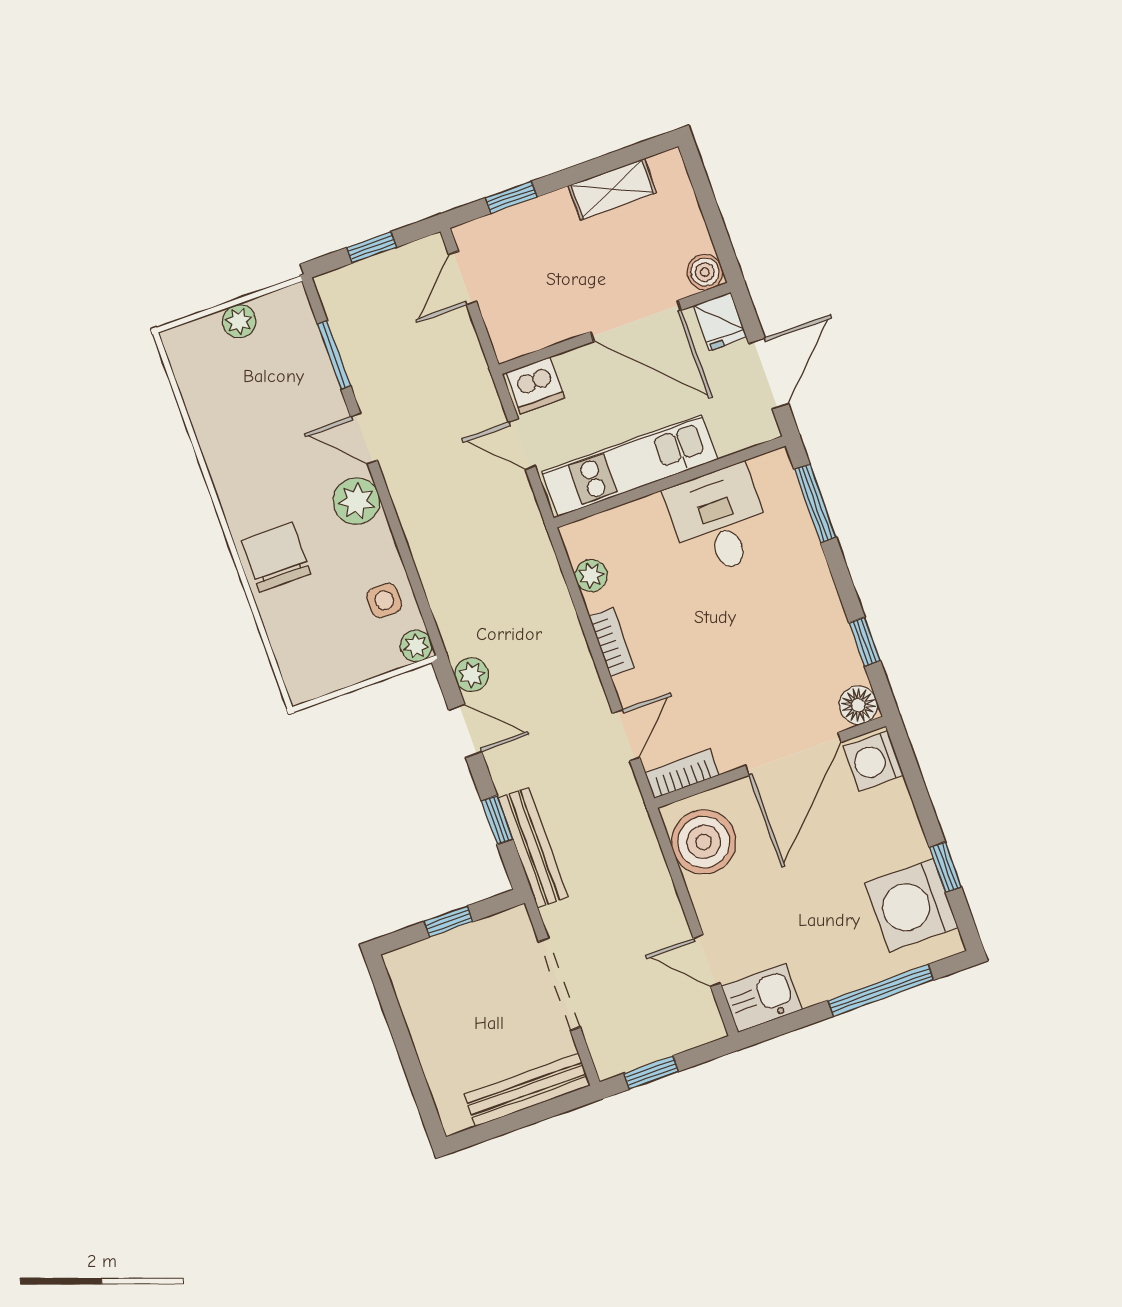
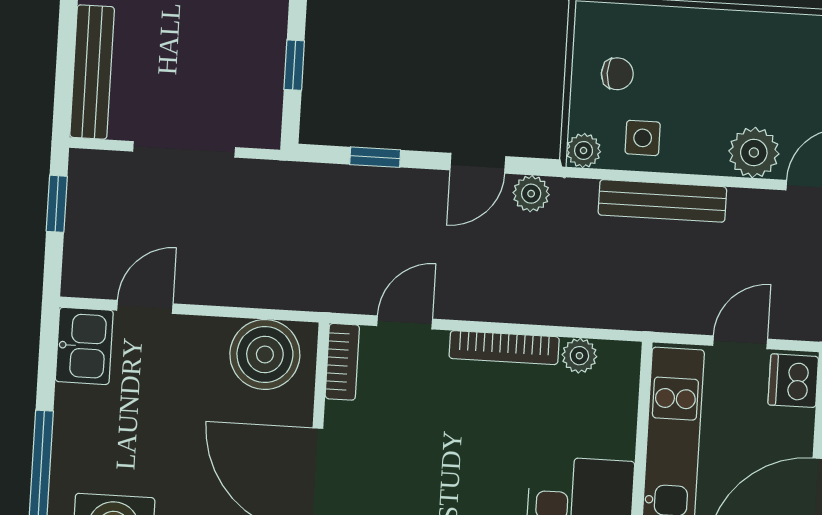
chair: (276, 557) -> (617, 74), moved, width x0.54, depth x0.54
bookcase: (612, 642) -> (504, 348), width x1.56
door: (626, 735) -> (405, 322), swing flipped
bench: (533, 847) -> (662, 201), moved

